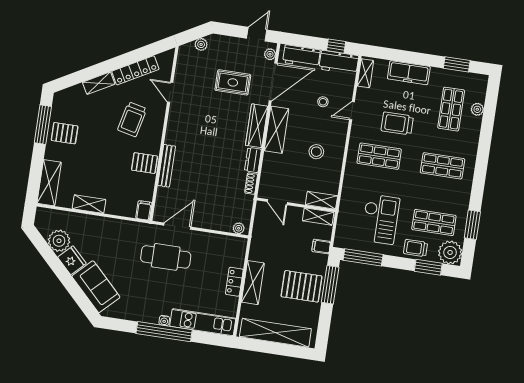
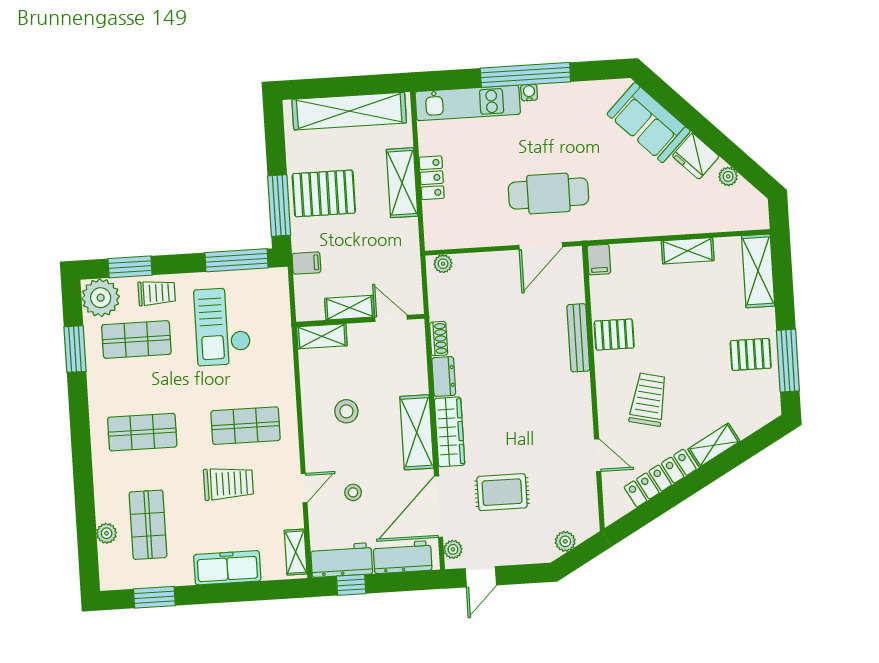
shelving: (318, 217) -> (349, 308), moved
plant: (59, 241) -> (728, 176), width x0.53, depth x0.53

